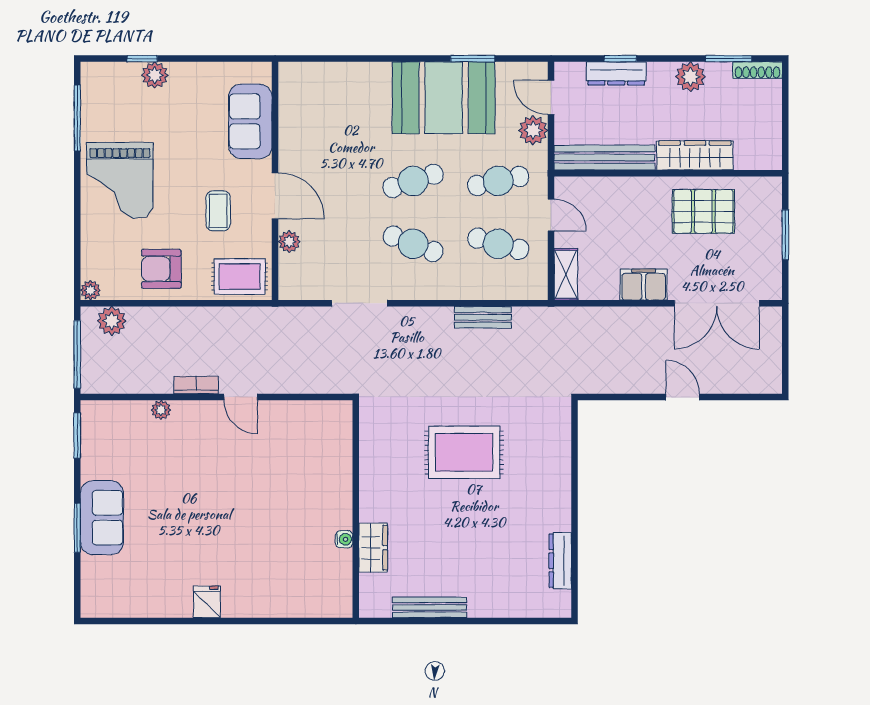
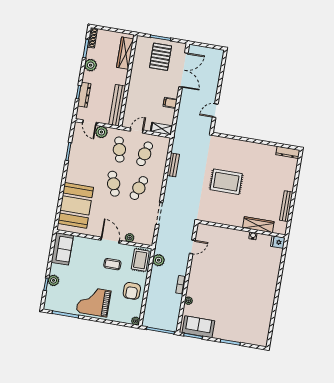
booth: (444, 98) -> (76, 205), moved
door: (551, 98) -> (89, 123), hinge flipped
sofa: (250, 121) -> (62, 249), moved, turned -90
wardrobe: (695, 155) -> (125, 53), moved
grand piano: (120, 180) -> (93, 302), turned 180
door: (275, 196) -> (110, 240), hinge flipped
pallet: (703, 211) -> (161, 57), moved
filing cabinet: (644, 285) -> (170, 103), width x0.50
plant: (112, 321) -> (159, 260), moved
door: (241, 397) -> (192, 247), moved
door: (683, 397) -> (215, 111), moved
rug: (464, 452) -> (226, 182), turned 90
sofa: (102, 518) -> (198, 327), moved
wardrobe: (373, 548) -> (258, 225), width x1.50
dresser: (560, 561) -> (288, 152), moved
fridge: (207, 602) -> (278, 242), moved

